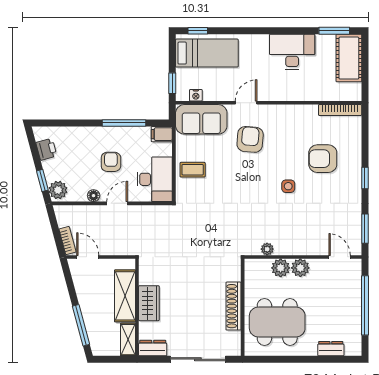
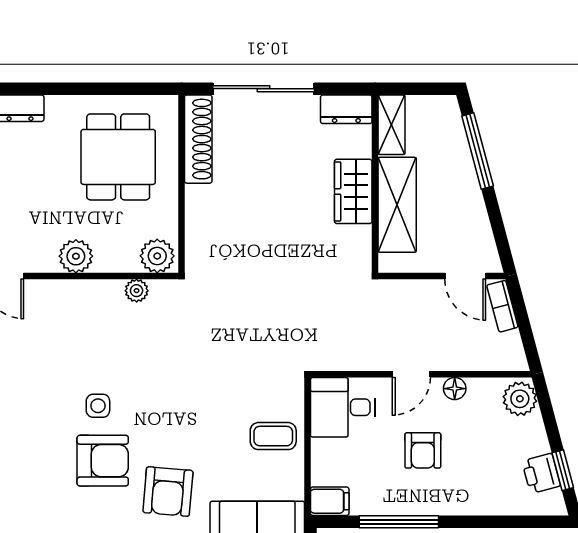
armchair: (323, 159) -> (103, 461), moved
desk: (155, 179) -> (343, 407), width x0.73
window: (42, 181) -> (563, 470), moved
plant: (281, 268) -> (157, 256), moved
shoe rack: (233, 306) -> (198, 139), moved
dining table: (277, 322) -> (118, 157), width x0.73

